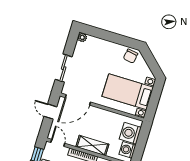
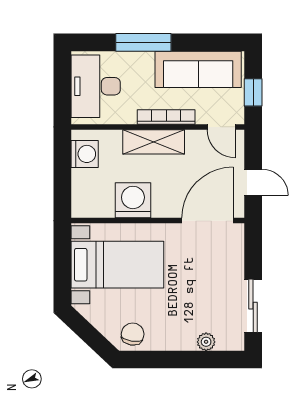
plant: (82, 37) -> (206, 342), moved
sliding door: (64, 68) -> (253, 306), moved
washing machine: (130, 133) -> (133, 200), moved, turned -90

